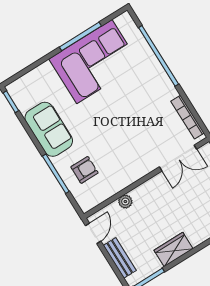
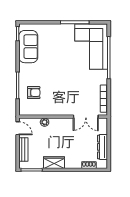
corner sofa: (94, 62) -> (91, 47), moved, turned 90
sofa: (49, 129) -> (28, 47), moved
door: (93, 233) -> (18, 128), hinge flipped

